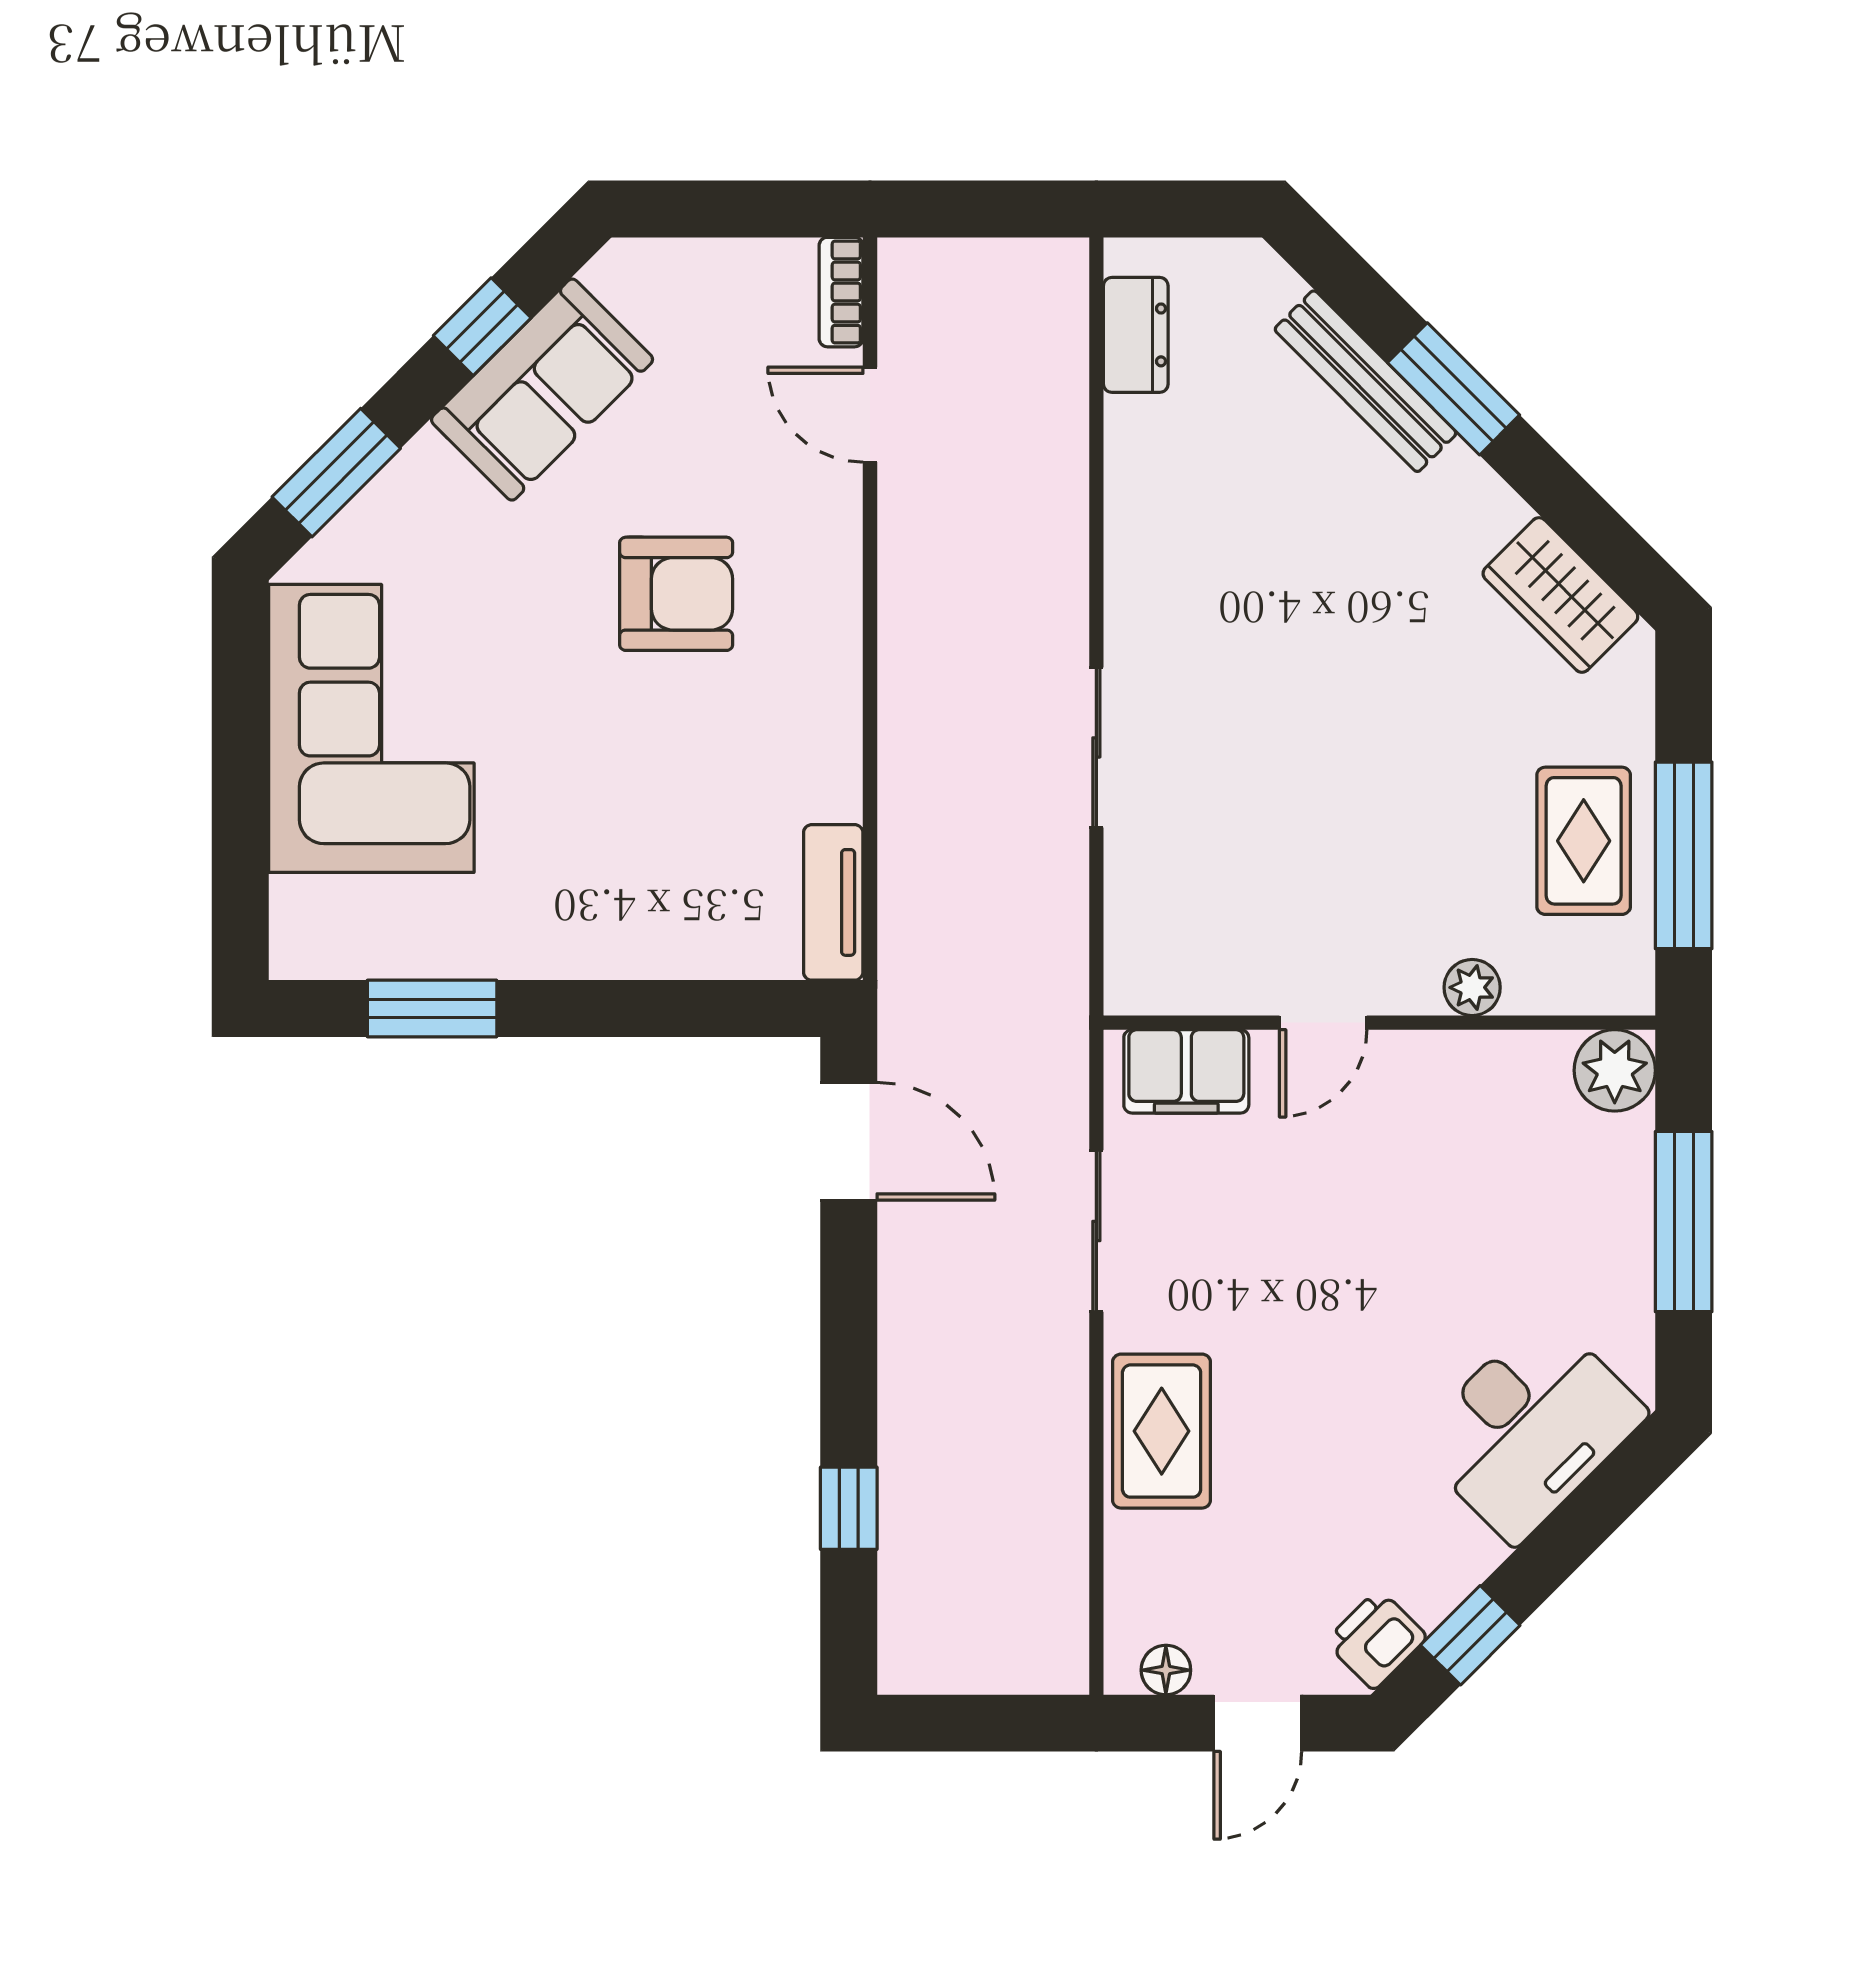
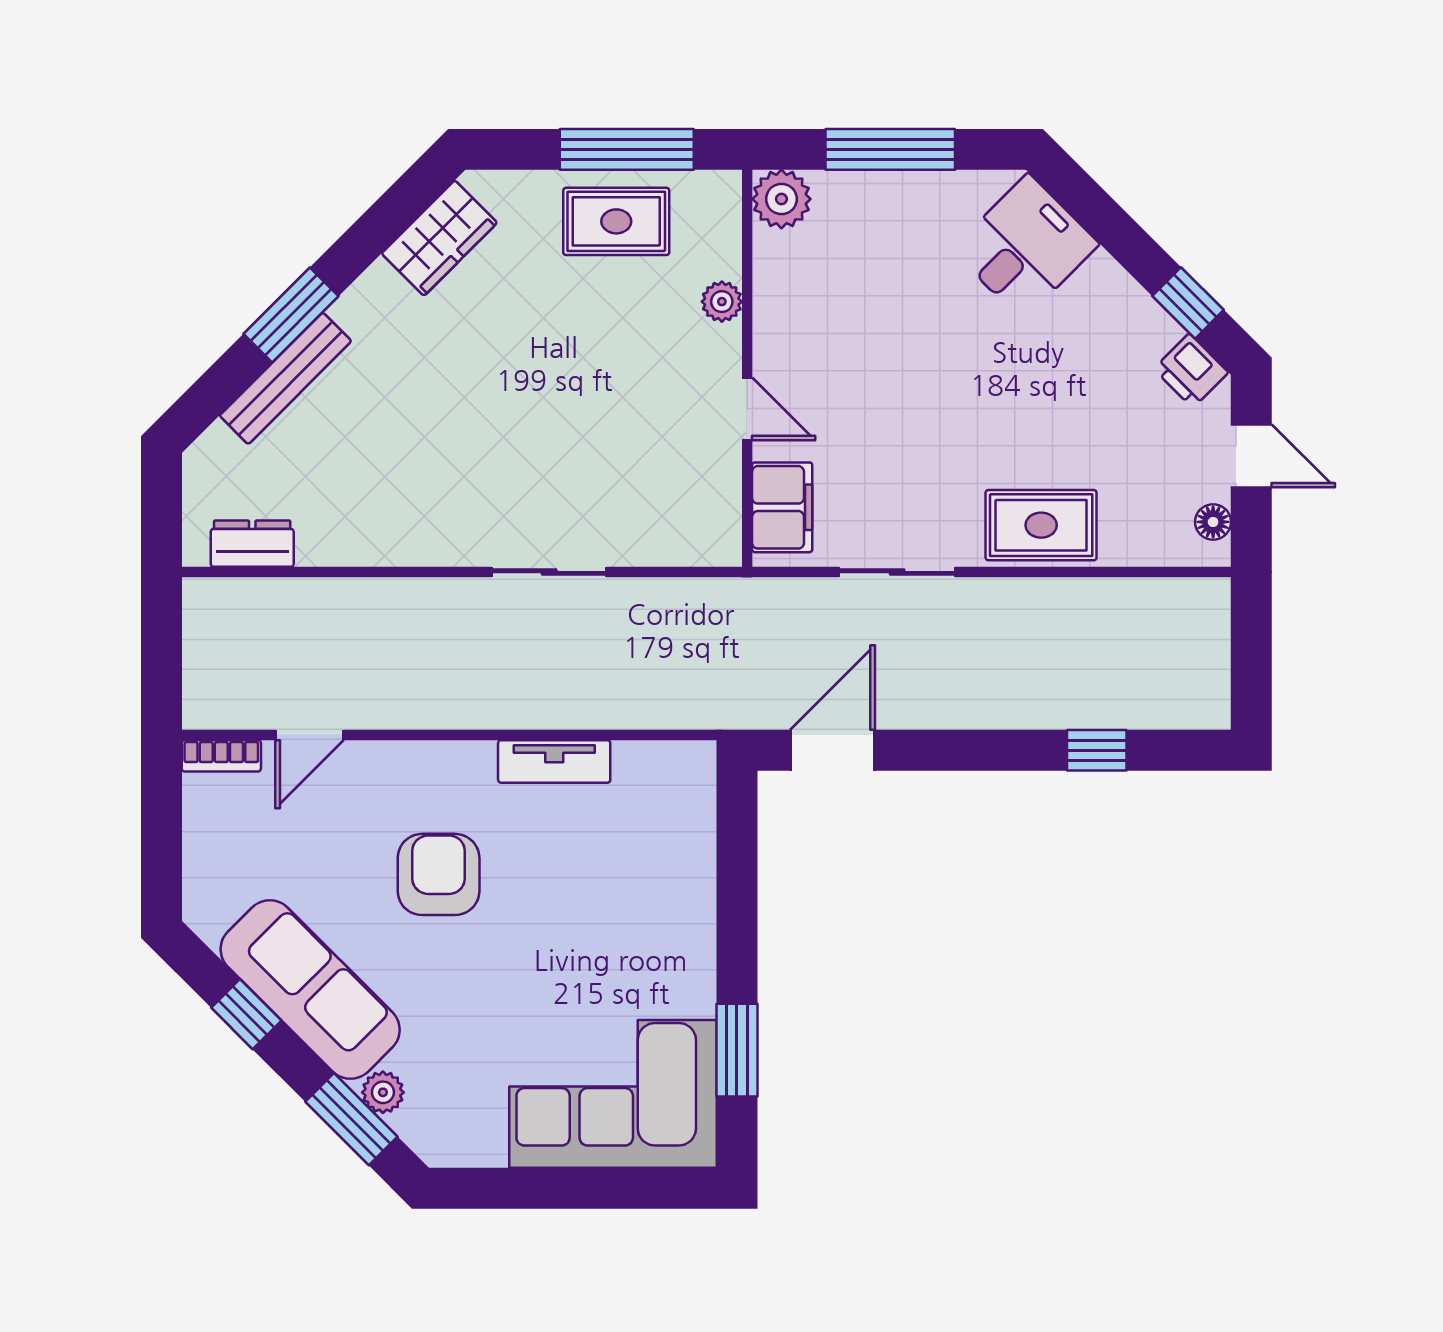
sofa: (542, 390) -> (310, 990), width x1.36
plant: (373, 517) -> (383, 1092), added
corner sofa: (371, 728) -> (613, 1094), moved
tv unit: (833, 902) -> (554, 761), moved
desk: (1530, 1428) -> (1025, 247), width x0.73

